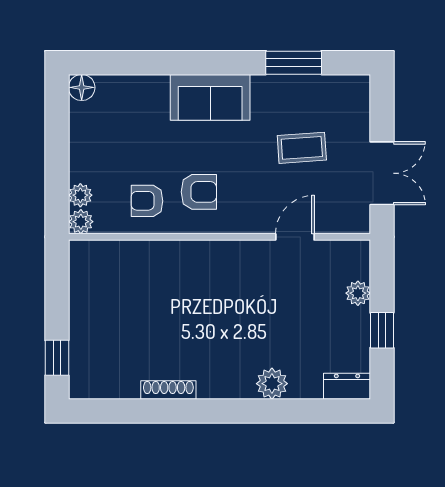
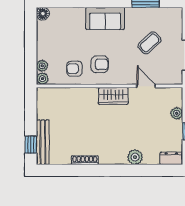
coffee table: (302, 148) -> (149, 43), turned -38
door: (295, 237) -> (146, 86), hinge flipped
wardrobe: (227, 257) -> (113, 96), added
bench: (82, 353) -> (43, 142), added

